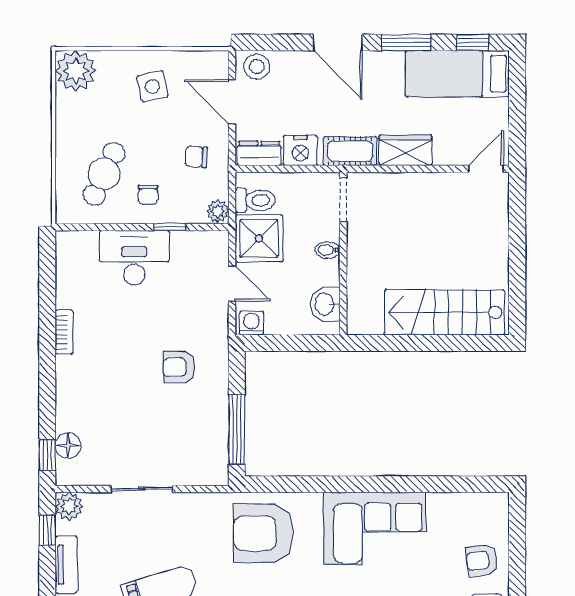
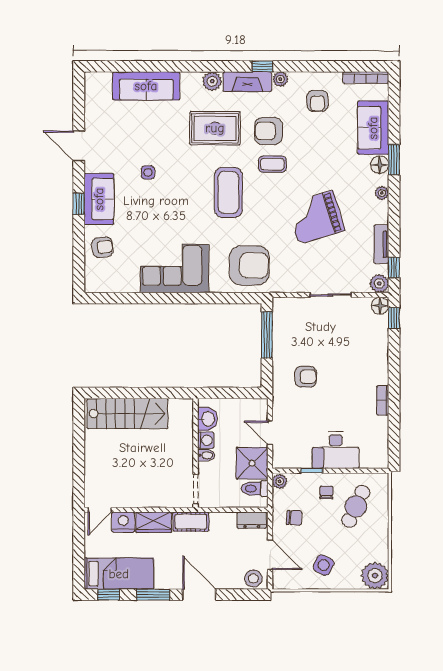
side table: (152, 86) -> (323, 565), turned 38
nightstand: (300, 151) -> (123, 522), moved
washing machine: (252, 323) -> (206, 440), moved, turned -90
floor lamp: (68, 446) -> (380, 306), moved

